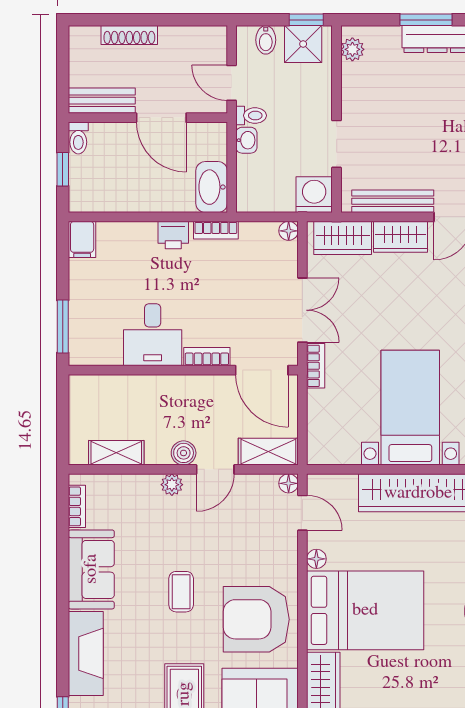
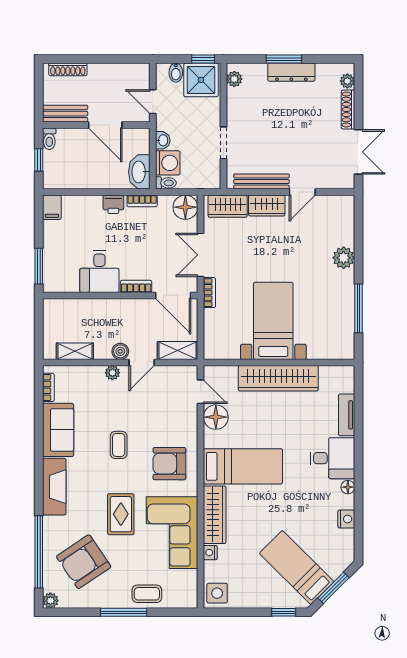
shoe rack: (129, 35) -> (68, 69), moved
shower: (303, 44) -> (201, 80), width x1.36, depth x1.36
toilet: (251, 116) -> (166, 183), moved
washing machine: (314, 195) -> (168, 163), moved, turned 90
floor lamp: (289, 231) -> (185, 207), width x1.89, depth x1.89
double door: (302, 310) -> (201, 255), swing flipped
floor lamp: (289, 483) -> (191, 372), removed
floor lamp: (316, 559) -> (216, 417), width x1.89, depth x1.89
bed: (365, 610) -> (243, 466), width x0.67
armchair: (256, 619) -> (169, 464), width x0.73, depth x0.73

